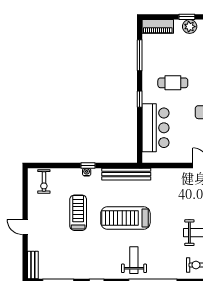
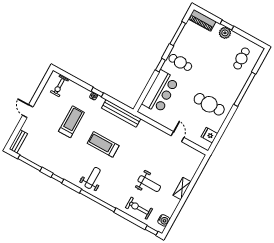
cafe table: (173, 83) -> (180, 62), moved
treadmill: (125, 218) -> (103, 144), width x0.73, depth x0.73

